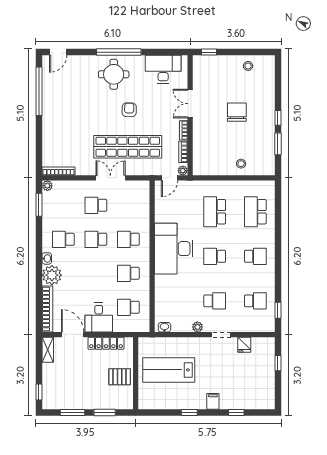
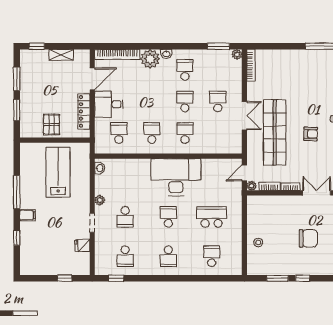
door: (170, 178) -> (244, 173), hinge flipped
school desk: (255, 212) -> (212, 256), width x0.54
shelving: (48, 350) -> (61, 55), moved
window: (189, 412) -> (17, 192), width x2.17

